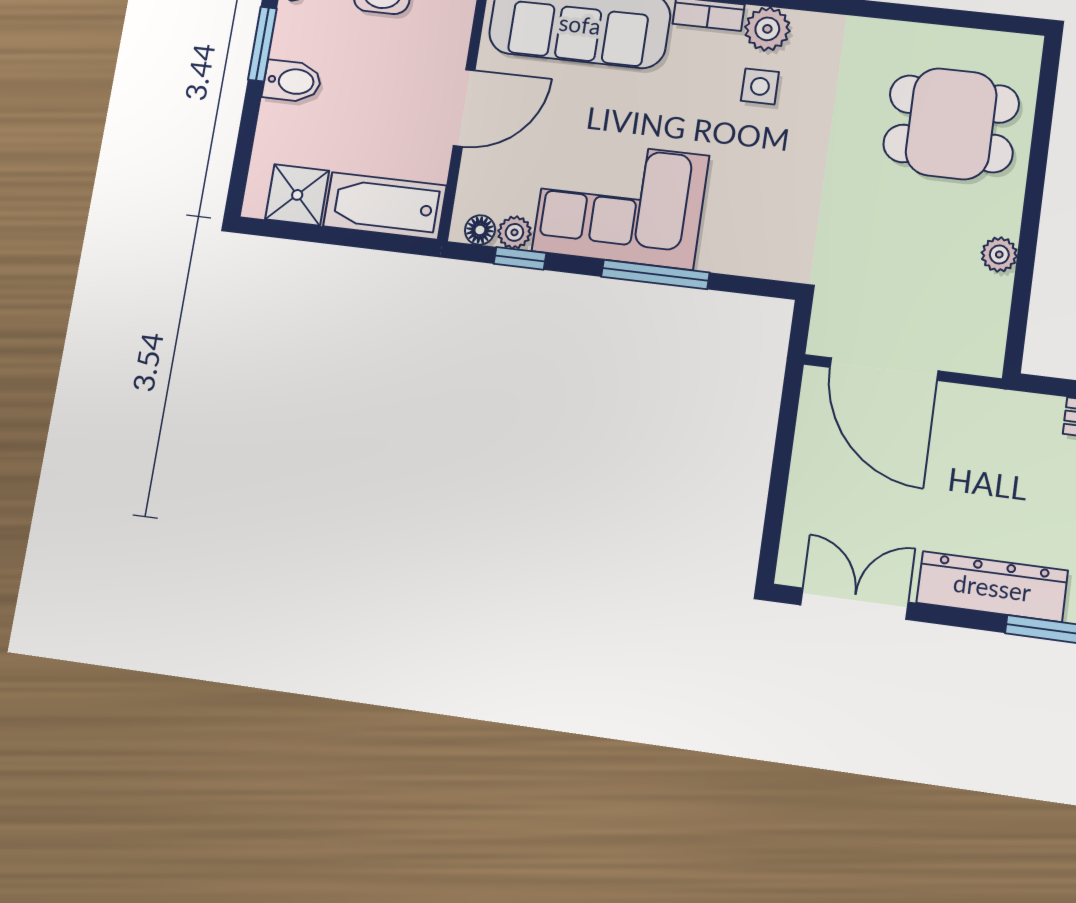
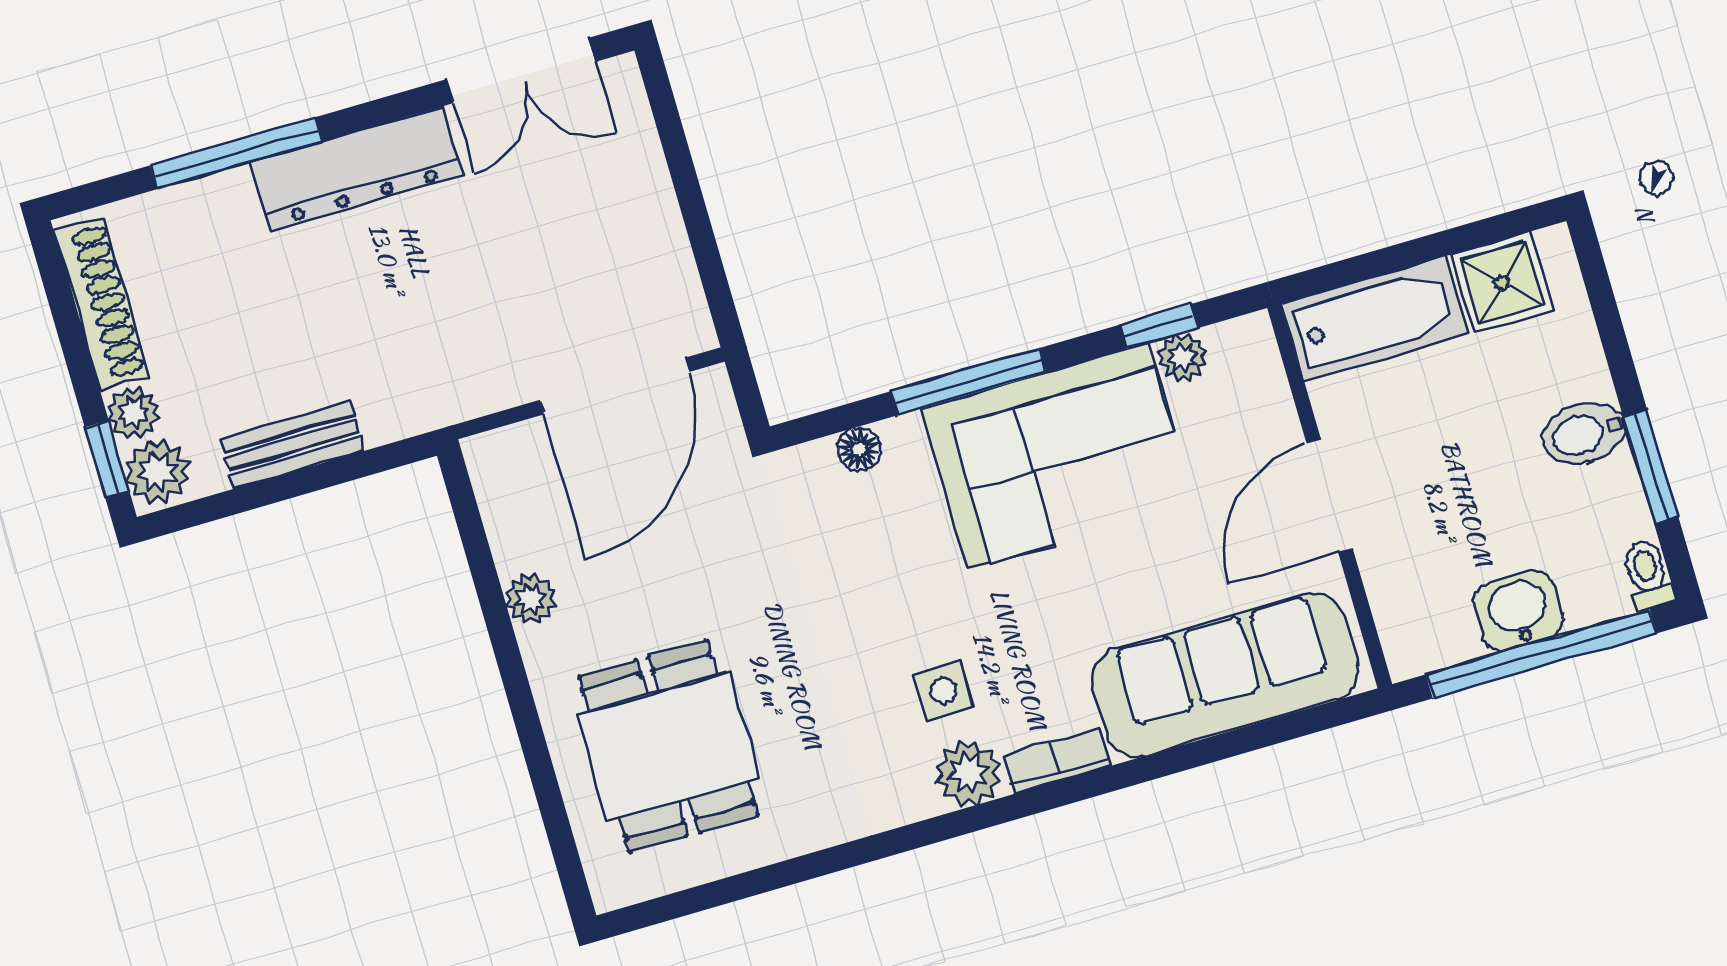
dining table: (951, 124) -> (668, 746), turned 90
floor lamp: (480, 230) -> (859, 449), moved
door: (884, 369) -> (615, 386), swing flipped

